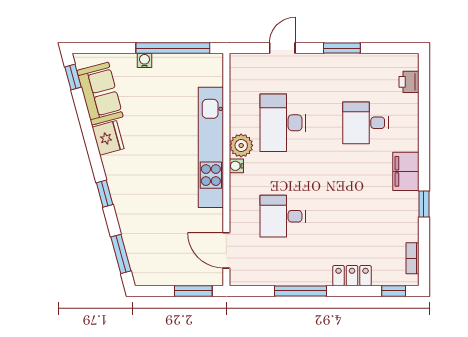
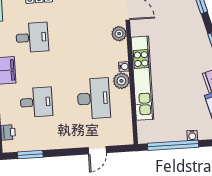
window: (342, 48) -> (30, 155), moved
plant: (240, 214) -> (119, 34), added
desk: (283, 216) -> (32, 37), moved

